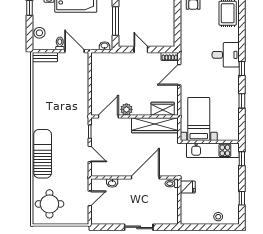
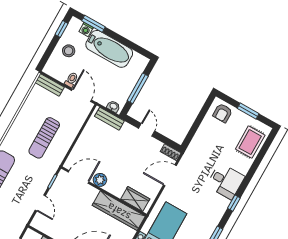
stool: (39, 33) -> (69, 51), moved
bench: (107, 57) -> (109, 119), added
sun lounger: (64, 101) -> (44, 138), added

